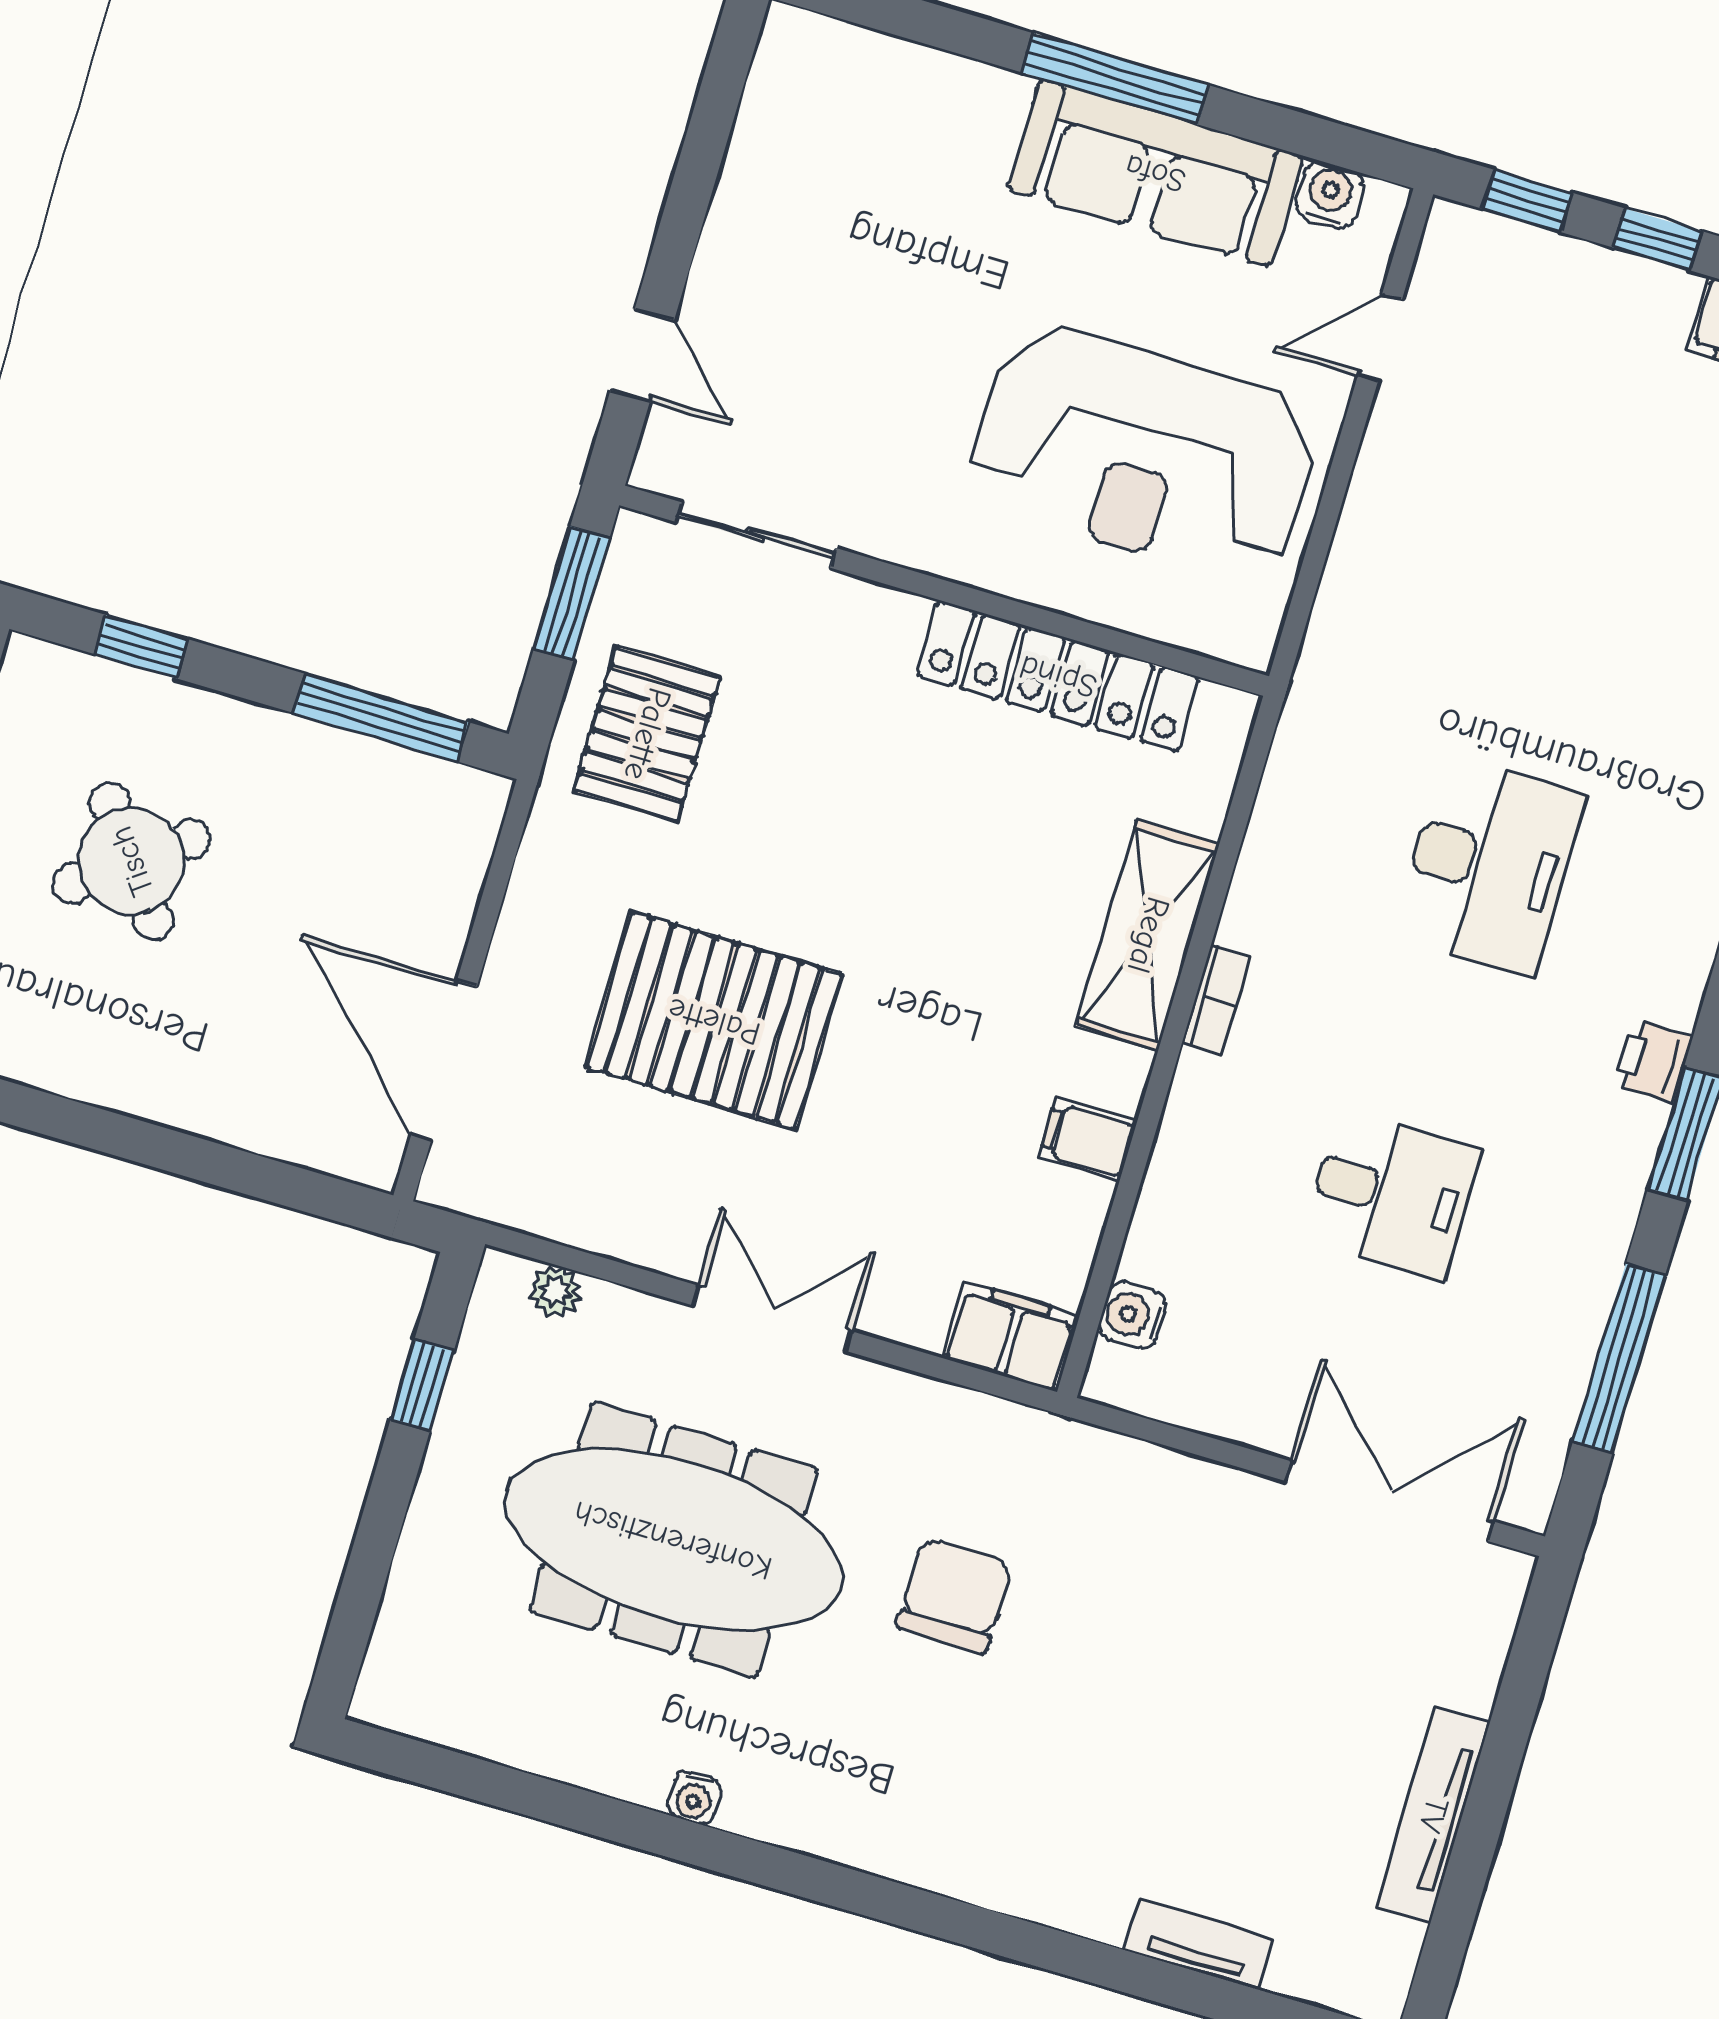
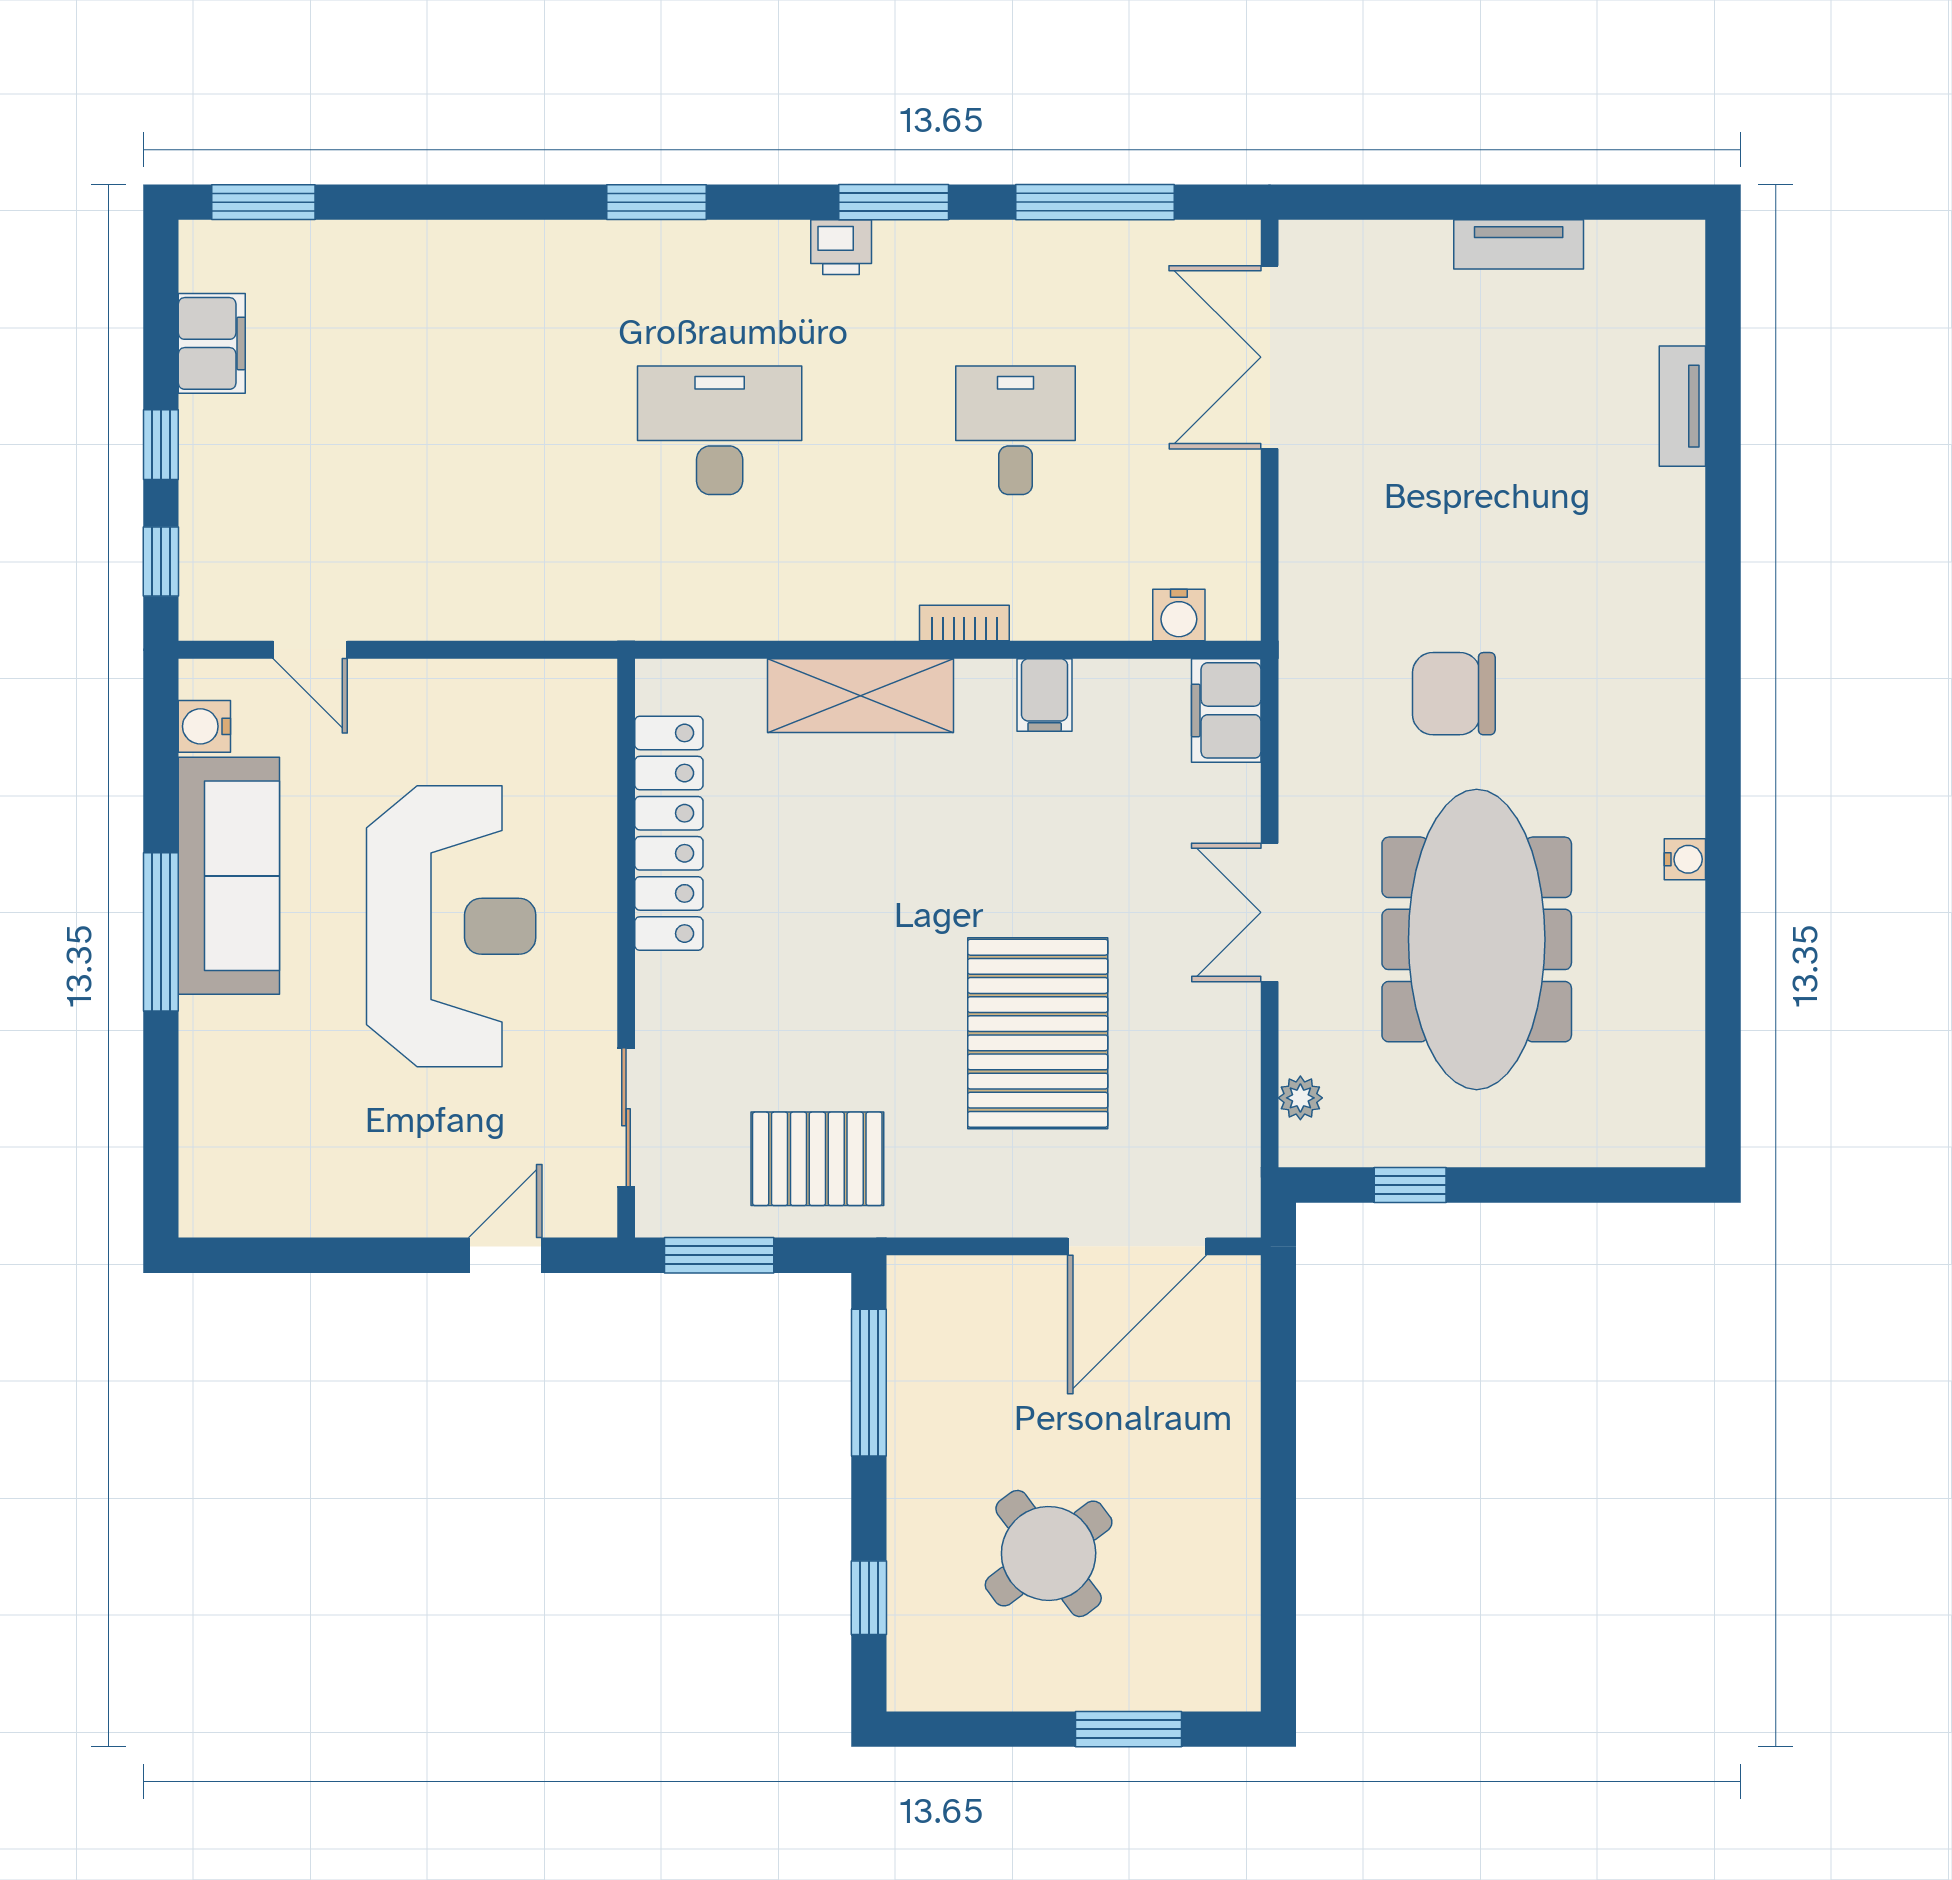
reception desk: (1144, 453) -> (451, 926), moved
bookcase: (1216, 999) -> (964, 623), moved
tv unit: (1433, 1815) -> (1519, 244), width x0.71

